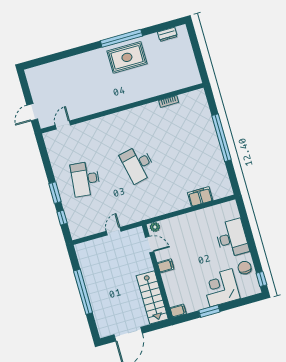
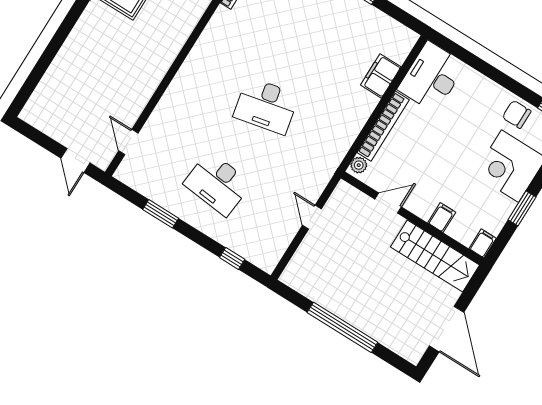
window: (55, 193) -> (161, 214), moved
bookcase: (181, 220) -> (383, 126), added
desk: (232, 238) -> (432, 77), moved, turned -90
door: (150, 244) -> (388, 203), moved
filing cabinet: (166, 266) -> (442, 218), moved

